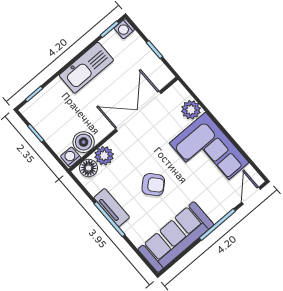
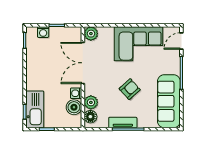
washing machine: (124, 29) -> (43, 32), moved
kitchen sink: (86, 68) -> (35, 109), moved
plant: (191, 110) -> (91, 34), moved
washing machine: (71, 157) -> (76, 93), moved
door: (251, 196) -> (181, 41), hinge flipped

